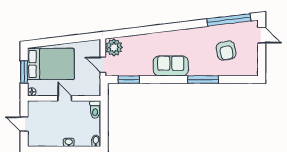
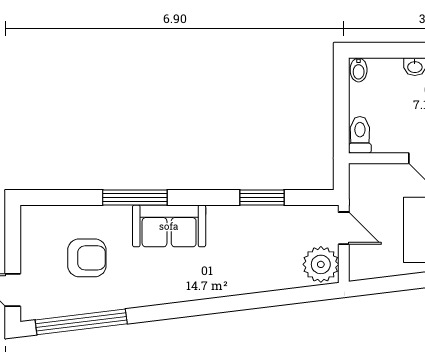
armchair: (226, 51) -> (87, 258), turned 101
sofa: (171, 66) -> (169, 226), moved
window: (129, 80) -> (262, 197), moved

